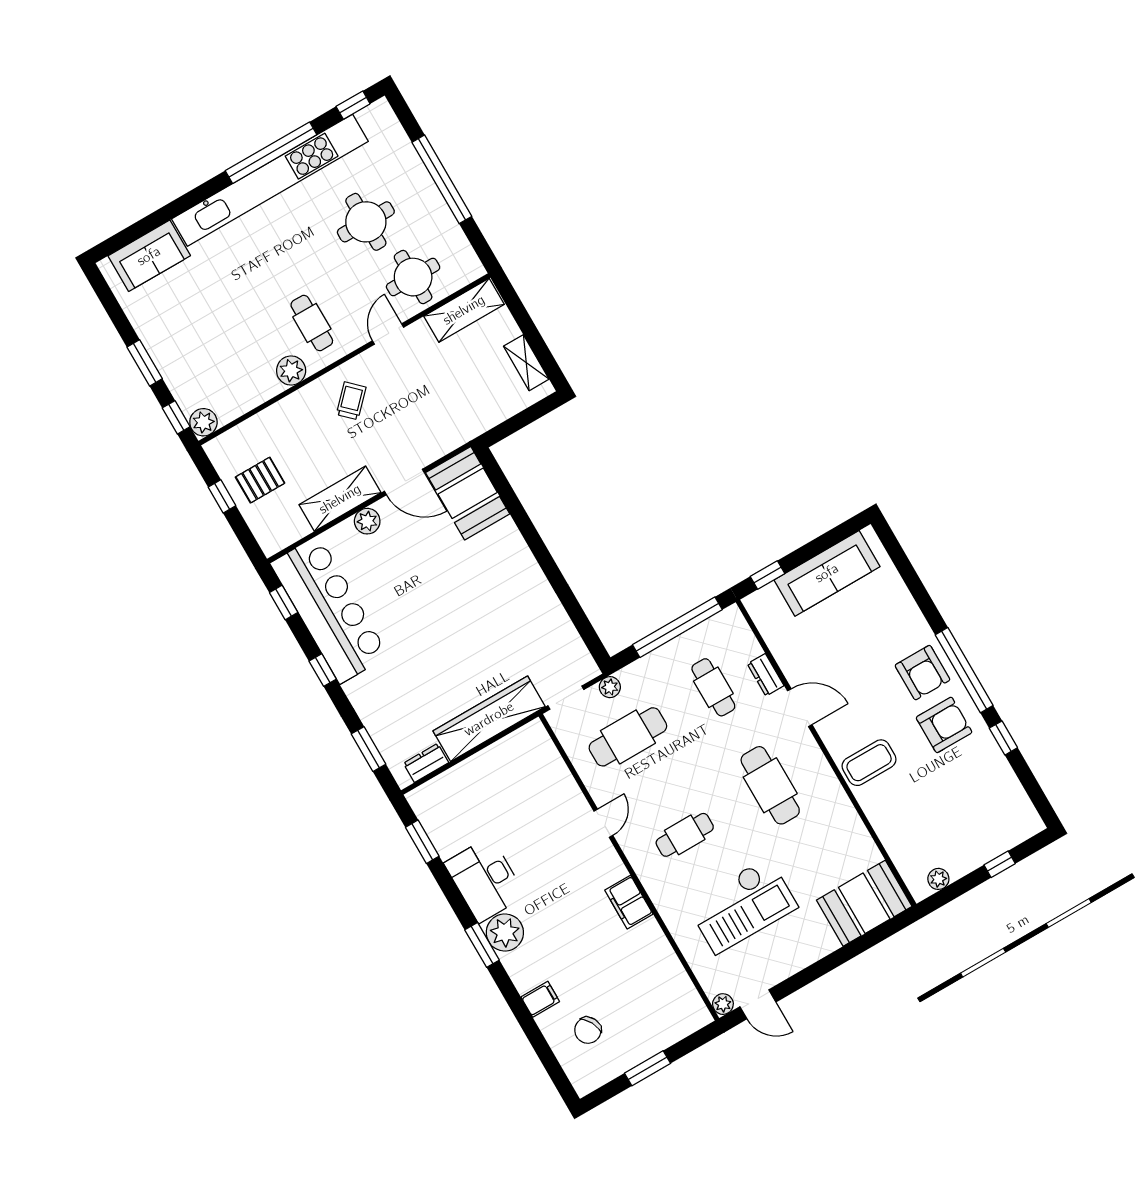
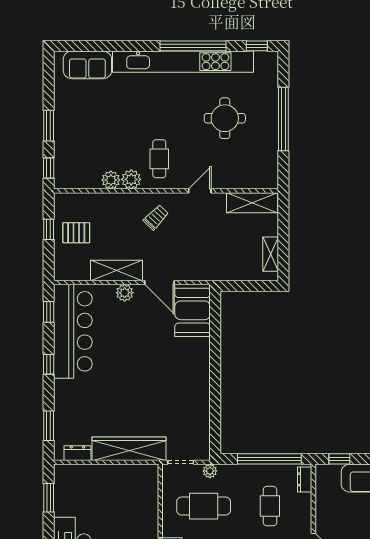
round table: (413, 277) -> (234, 166), removed
plant: (203, 422) -> (111, 180), moved
dresser: (766, 675) -> (305, 479), moved

